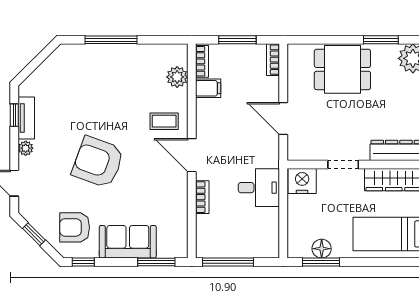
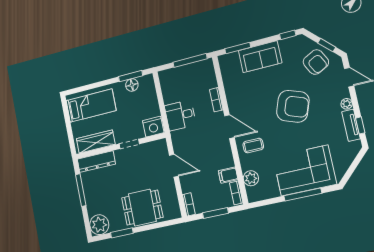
corner sofa: (101, 71) -> (305, 171), added
armchair: (75, 227) -> (316, 62), moved, turned 63

